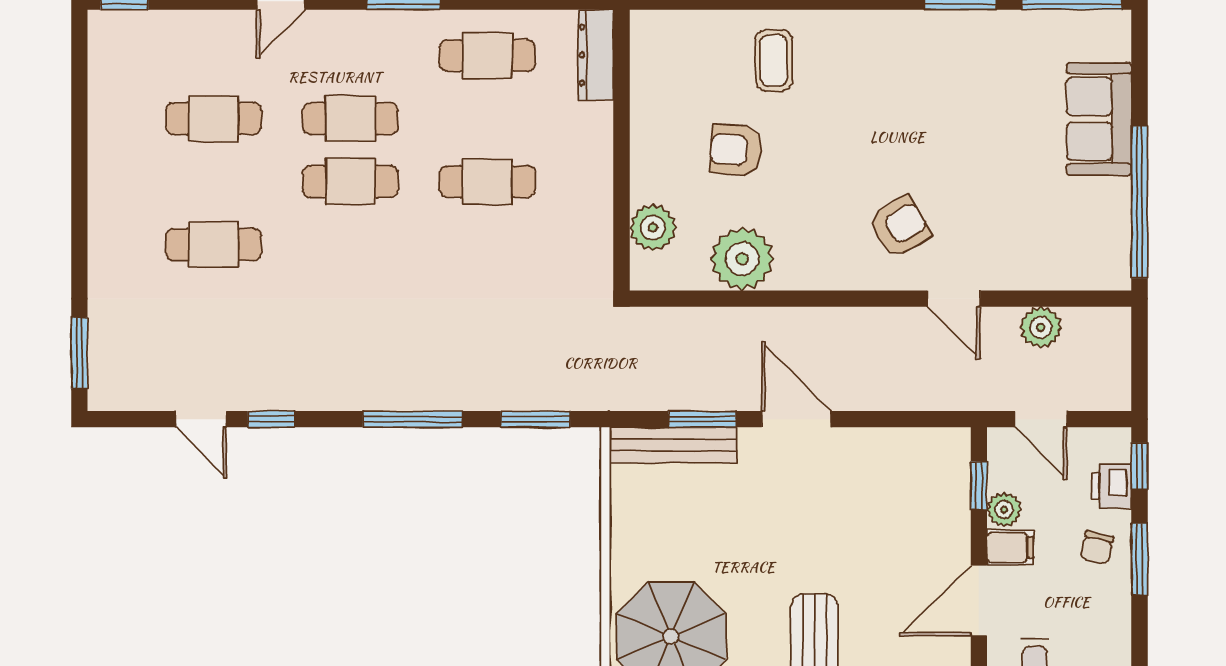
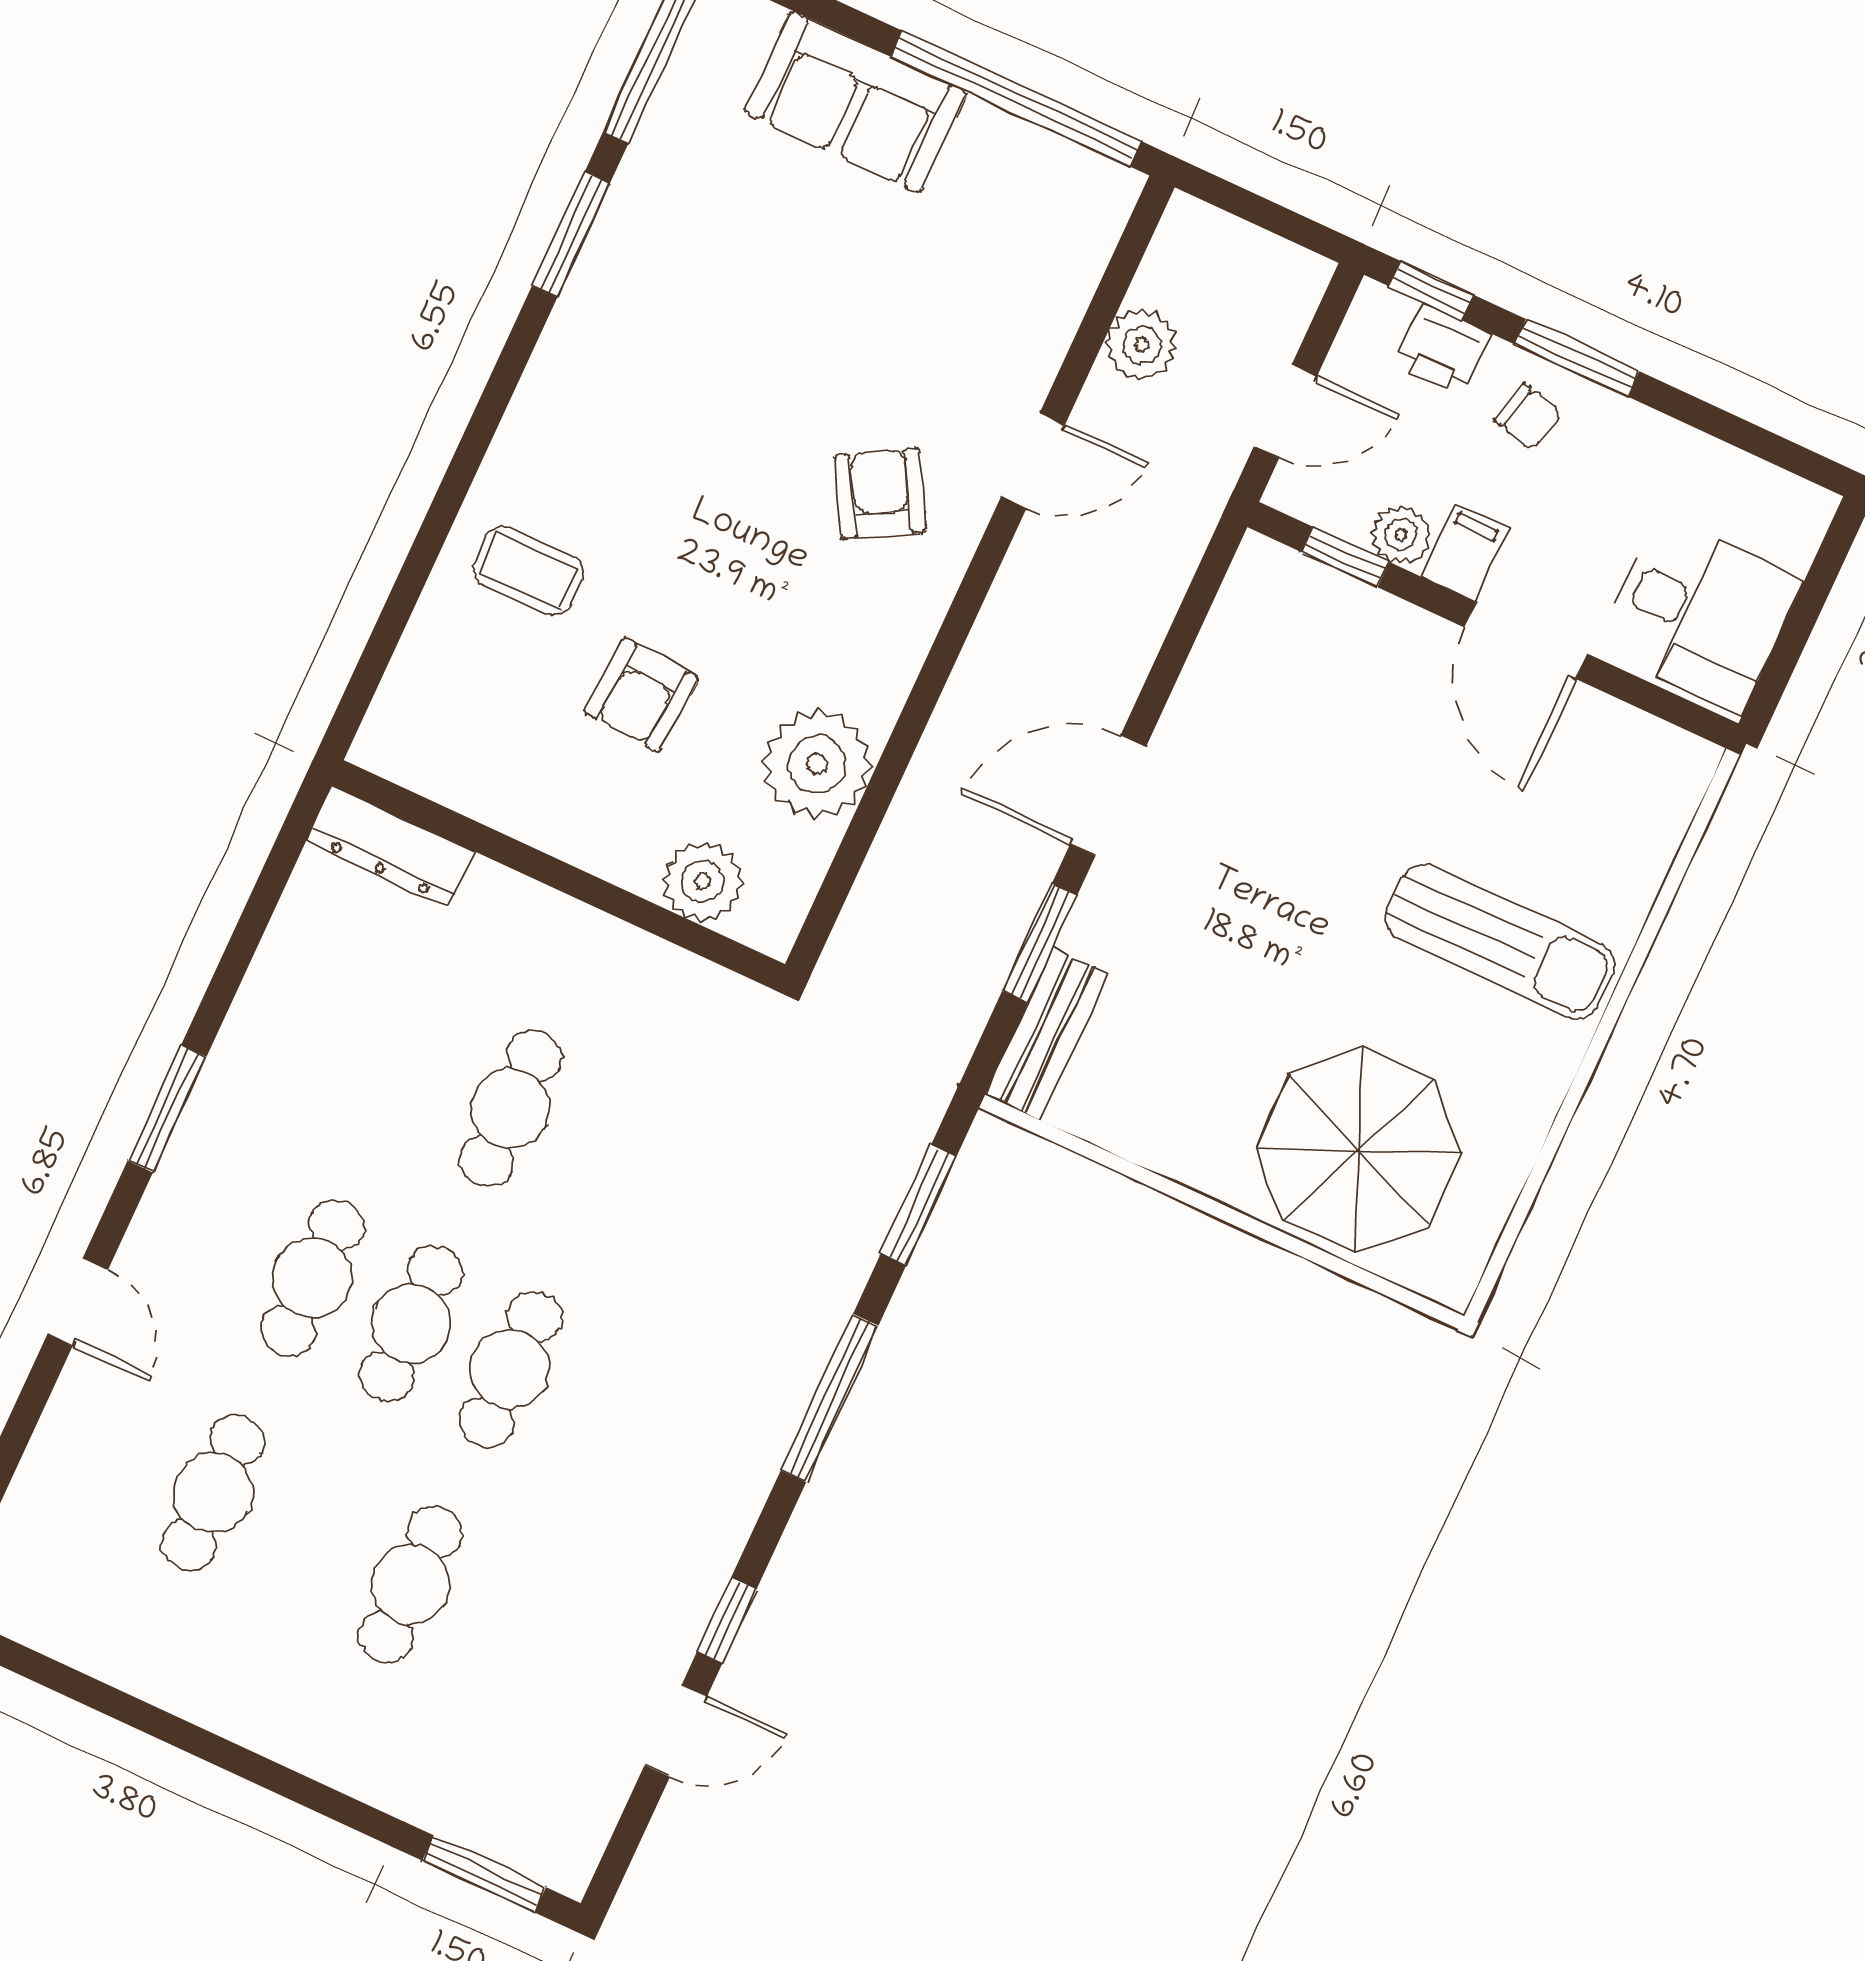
cafe table: (487, 56) -> (510, 1369), moved
bench: (673, 445) -> (1047, 1034), width x0.73

